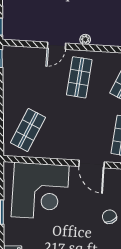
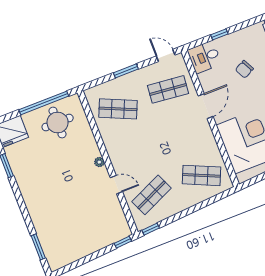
shop shelf: (79, 77) -> (152, 195), moved, turned -30

